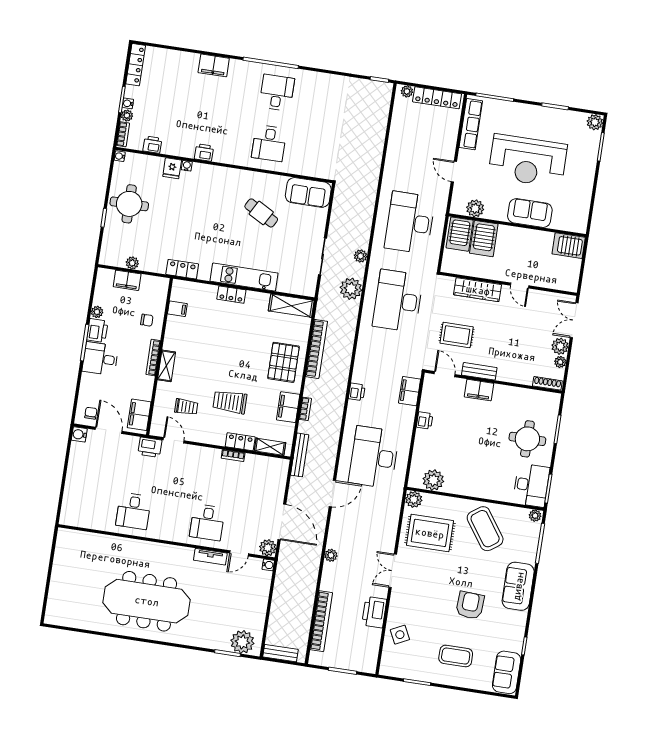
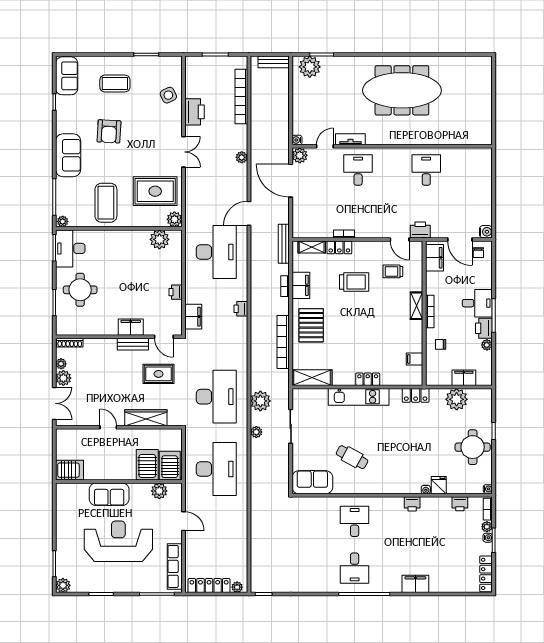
plant: (132, 263) -> (457, 399), width x1.88, depth x1.88
coffee table: (485, 529) -> (106, 203), turned 35

